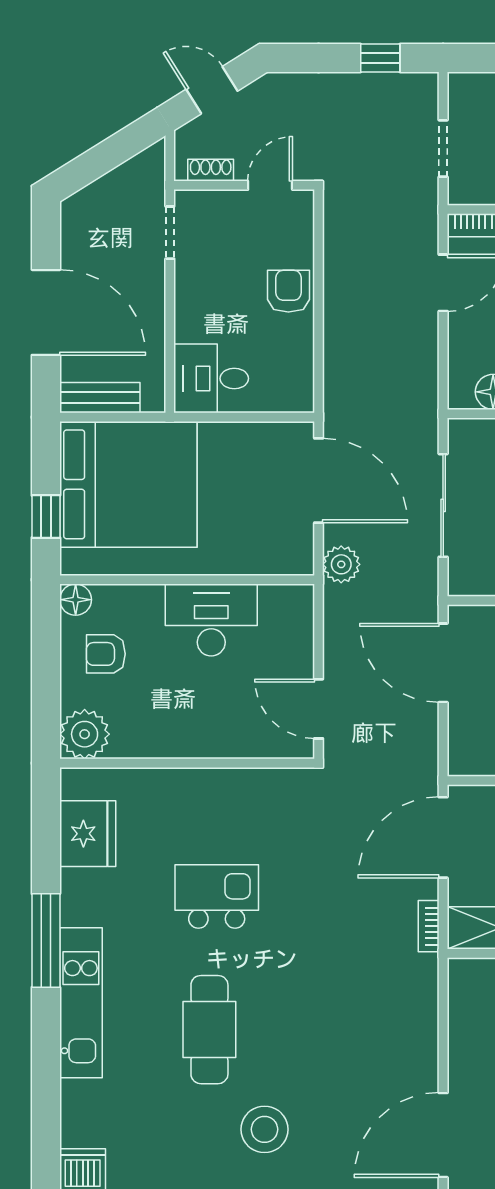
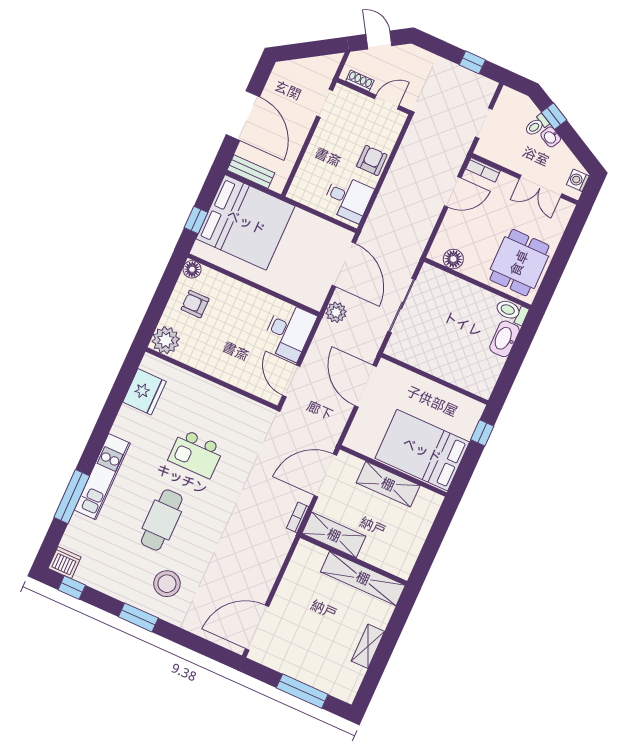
desk: (211, 378) -> (348, 198), moved, turned 180
desk: (211, 620) -> (289, 331), moved, turned 90
kitchen island: (217, 896) -> (196, 454), turned 180
window: (46, 941) -> (72, 497), moved

